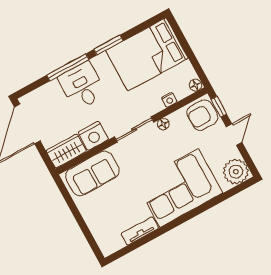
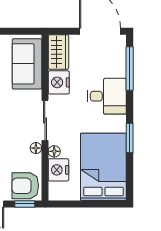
window: (68, 67) -> (130, 68), moved
floor lamp: (196, 85) -> (54, 151), moved
nightstand: (169, 100) -> (58, 170), width x1.89, depth x1.79
armchair: (202, 115) -> (25, 186), turned -90

